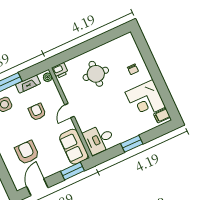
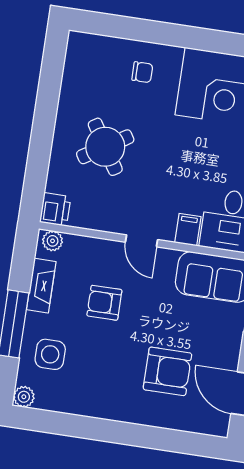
round table: (96, 74) -> (105, 147), turned -36
filing cabinet: (85, 125) -> (188, 230), added
armchair: (27, 152) -> (167, 371), turned 180

